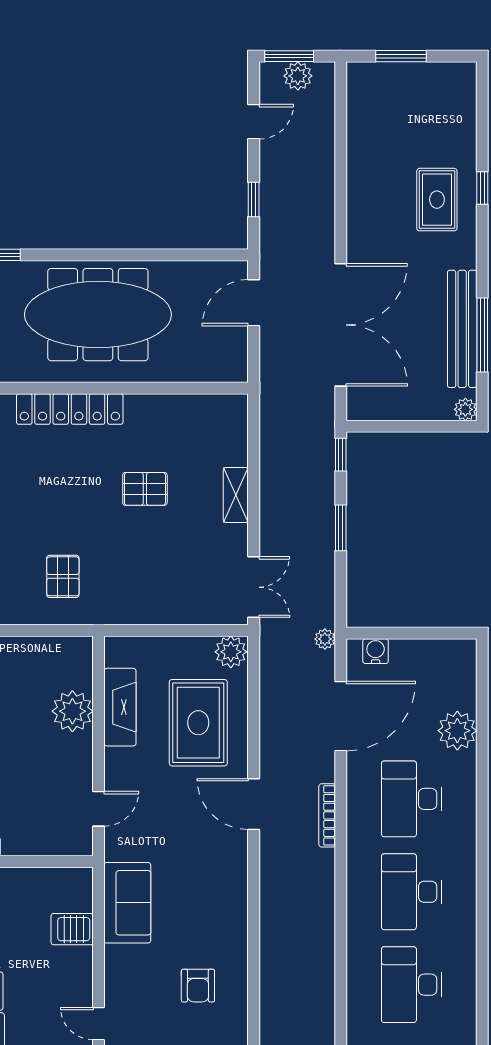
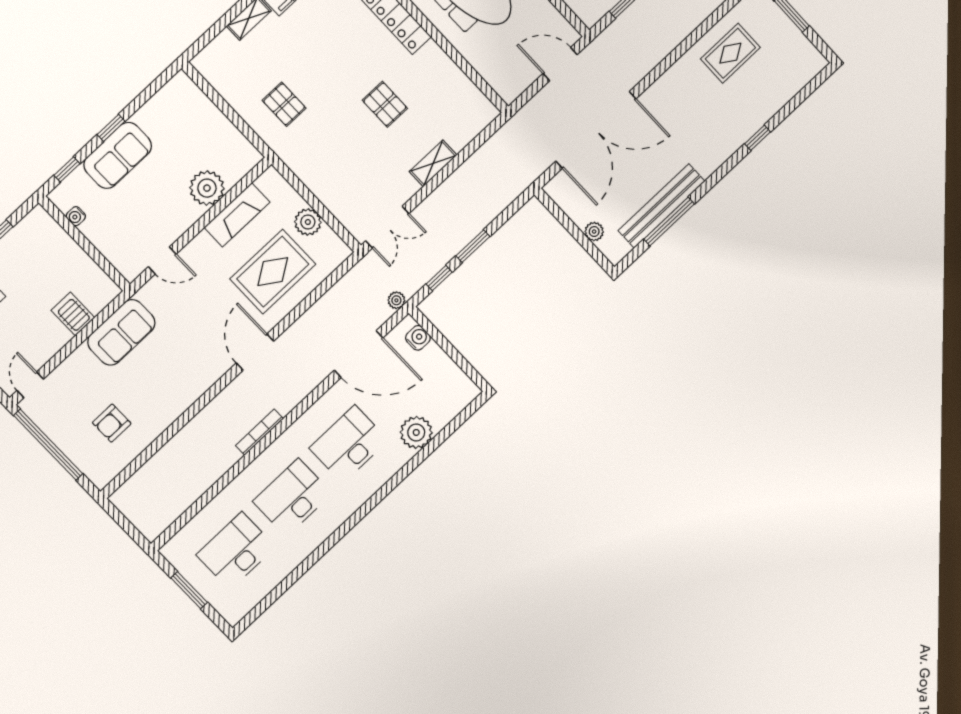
rug: (437, 200) -> (730, 53), moved
plant: (465, 409) -> (594, 232), moved
window: (341, 455) -> (439, 278), moved
pallet: (63, 576) -> (284, 104), turned 90
plant: (231, 652) -> (308, 222), moved
bookcase: (327, 815) -> (260, 432), moved

